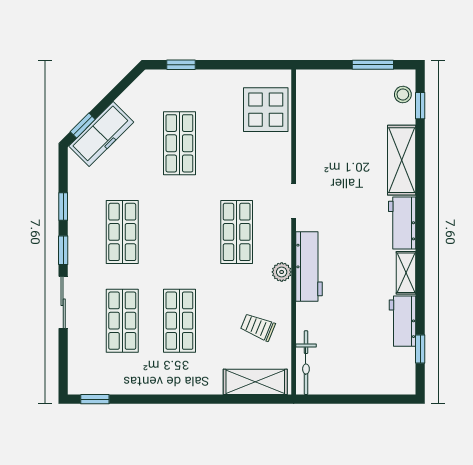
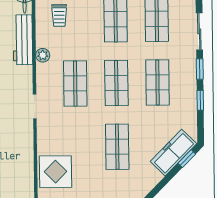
shop shelf: (179, 232) -> (116, 83), added
workbench: (309, 267) -> (23, 40), moved
trolley: (258, 327) -> (59, 15), turned 68

